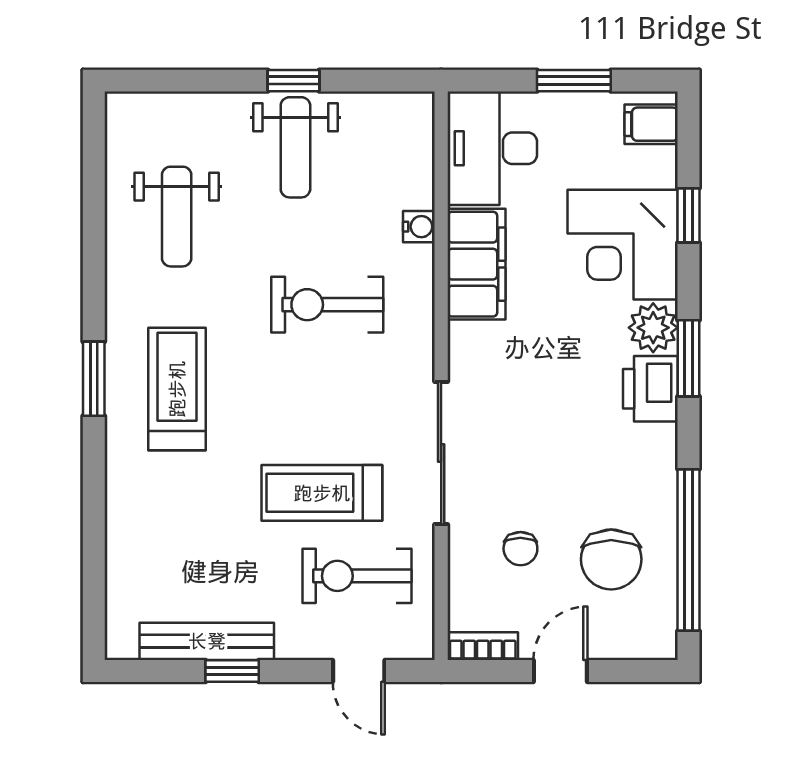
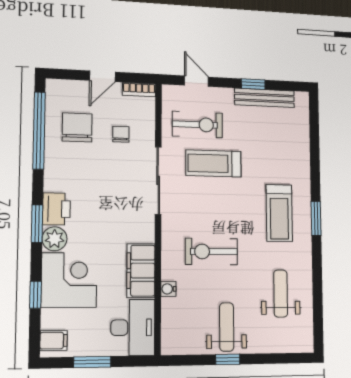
exercise bike: (327, 305) -> (211, 252), turned 180
treadmill: (322, 493) -> (213, 163), turned 180

